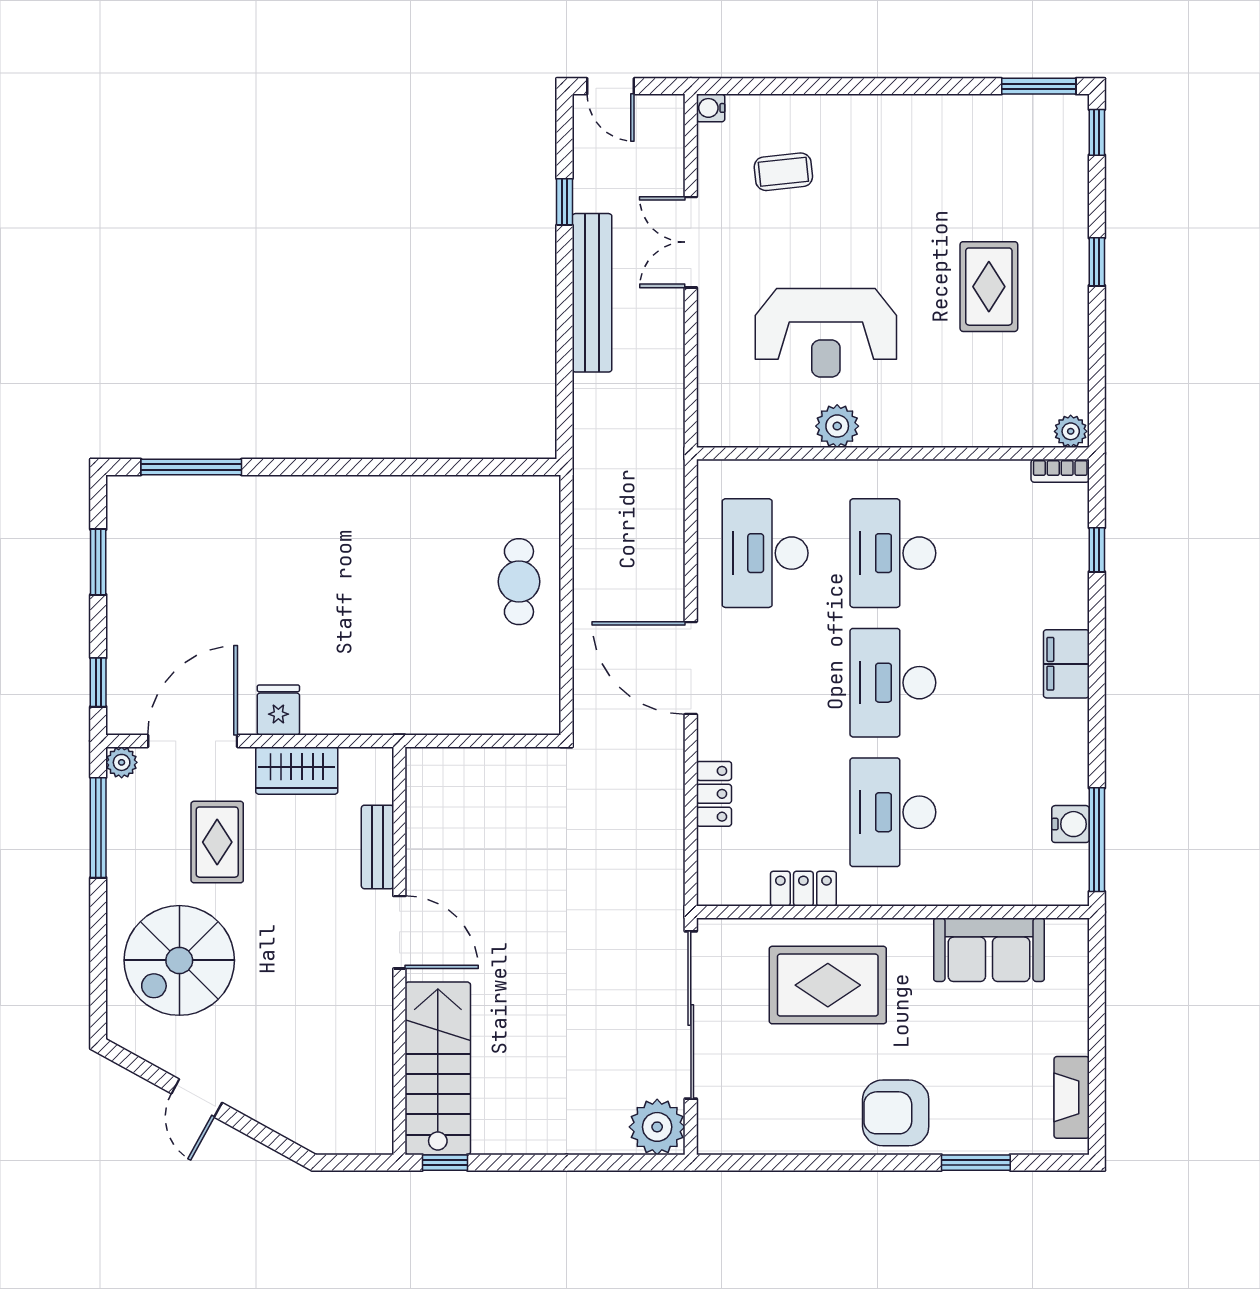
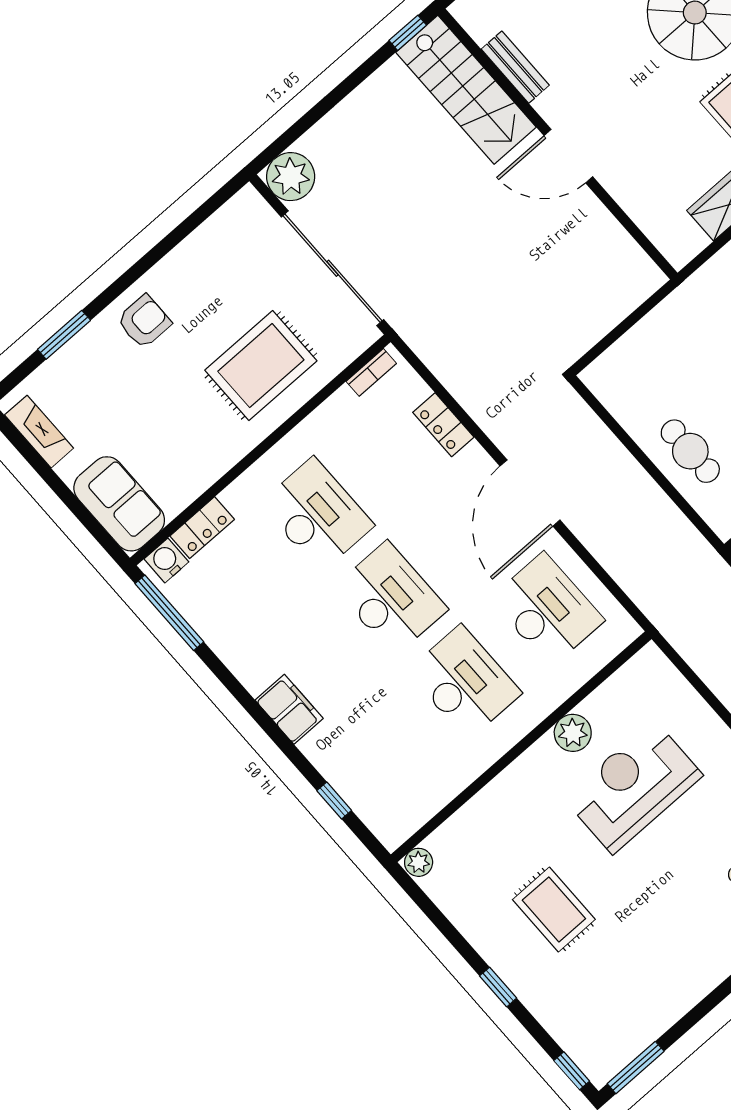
bookcase: (1060, 471) -> (371, 372), moved, turned 180
door: (691, 668) -> (530, 493), swing flipped
water cooler: (1071, 824) -> (166, 560), moved, turned 90
bench: (378, 847) -> (515, 67), moved
locker: (803, 889) -> (202, 528), moved
sofa: (989, 950) -> (119, 504), moved, turned 90
armchair: (896, 1113) -> (144, 321), width x0.72, depth x0.72

